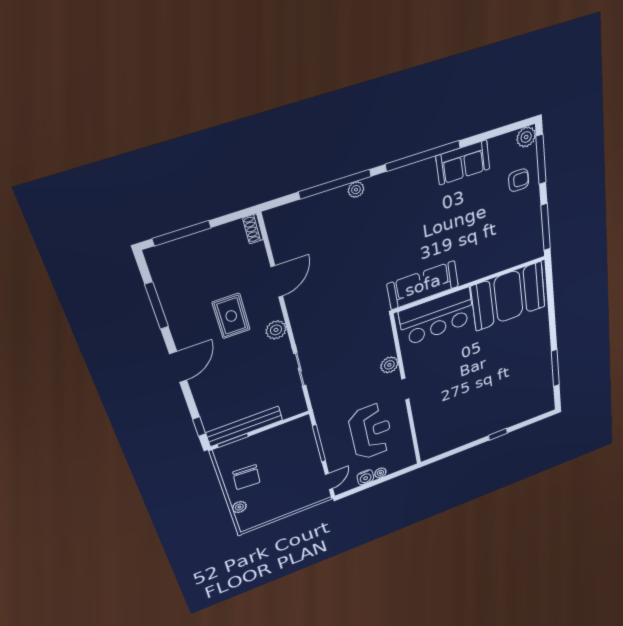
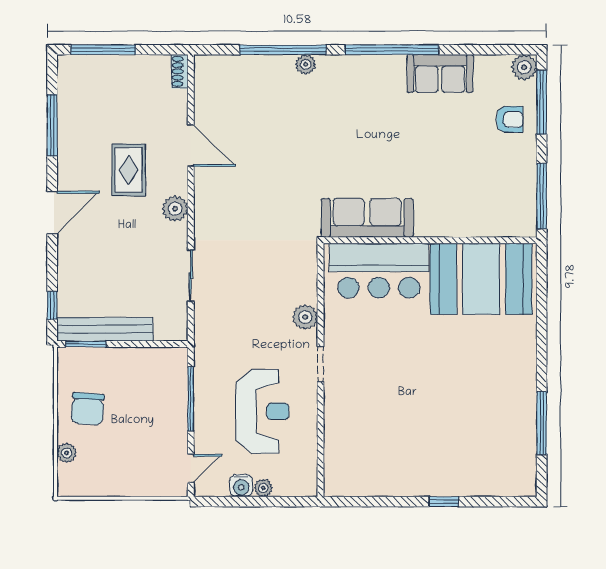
door: (277, 281) -> (191, 146), hinge flipped

